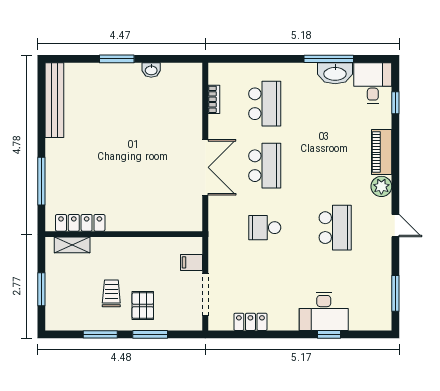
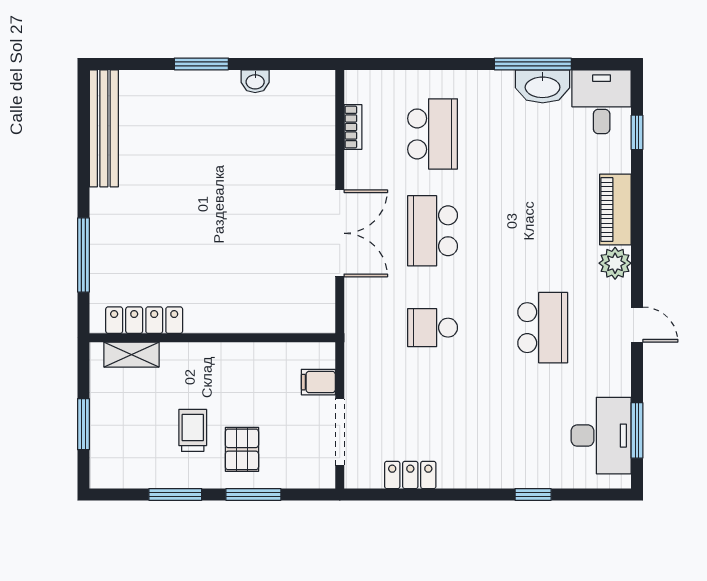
school desk: (265, 166) -> (433, 231), turned 180
desk: (324, 311) -> (601, 436), moved, turned -90

